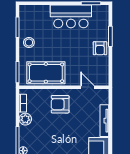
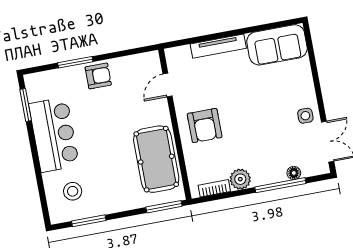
stool: (29, 42) -> (73, 191), moved

